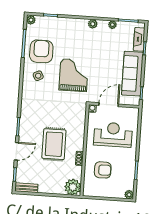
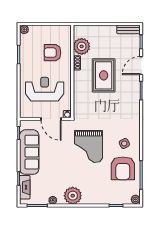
plant: (93, 24) -> (73, 196), width x1.88, depth x1.88
door: (109, 105) -> (51, 119), hinge flipped
reception desk: (113, 135) -> (45, 89), turned 180
plant: (73, 187) -> (82, 46), moved

